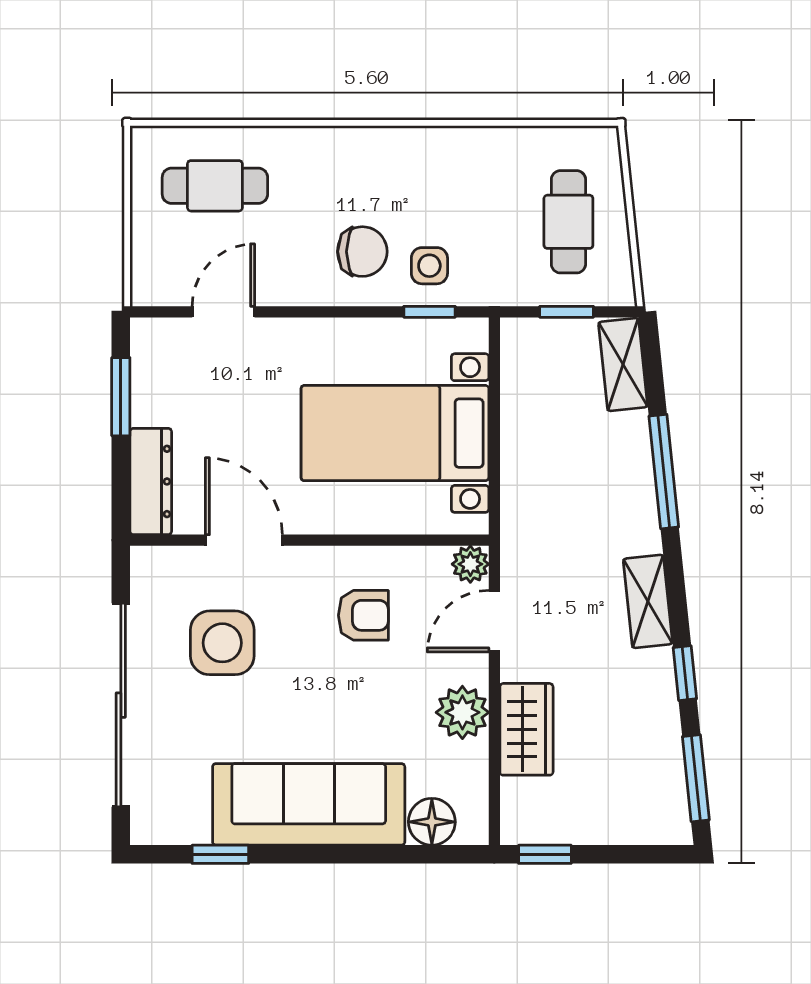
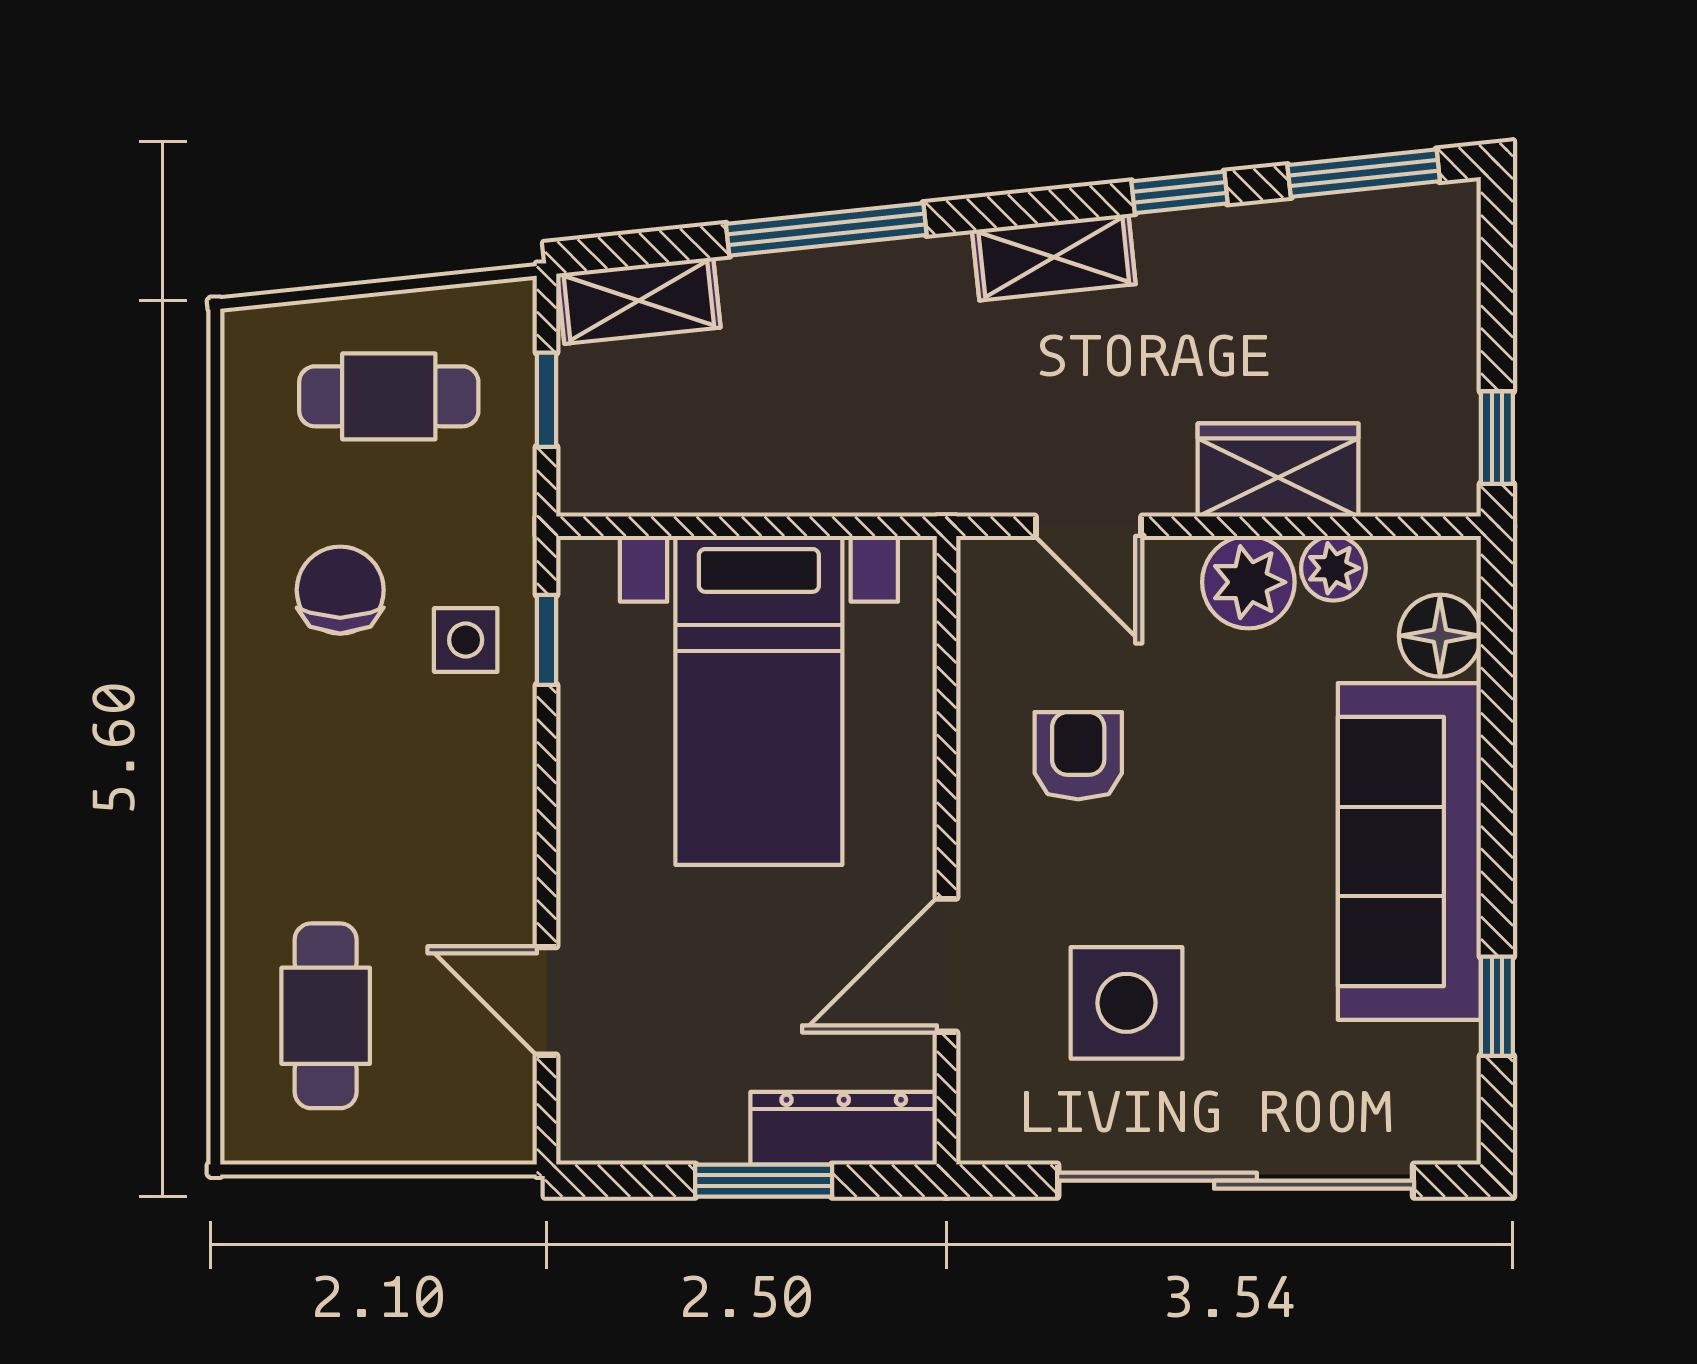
chair: (362, 252) -> (340, 590), moved
window: (121, 397) -> (764, 1181), moved
plant: (470, 564) -> (1333, 568), moved

